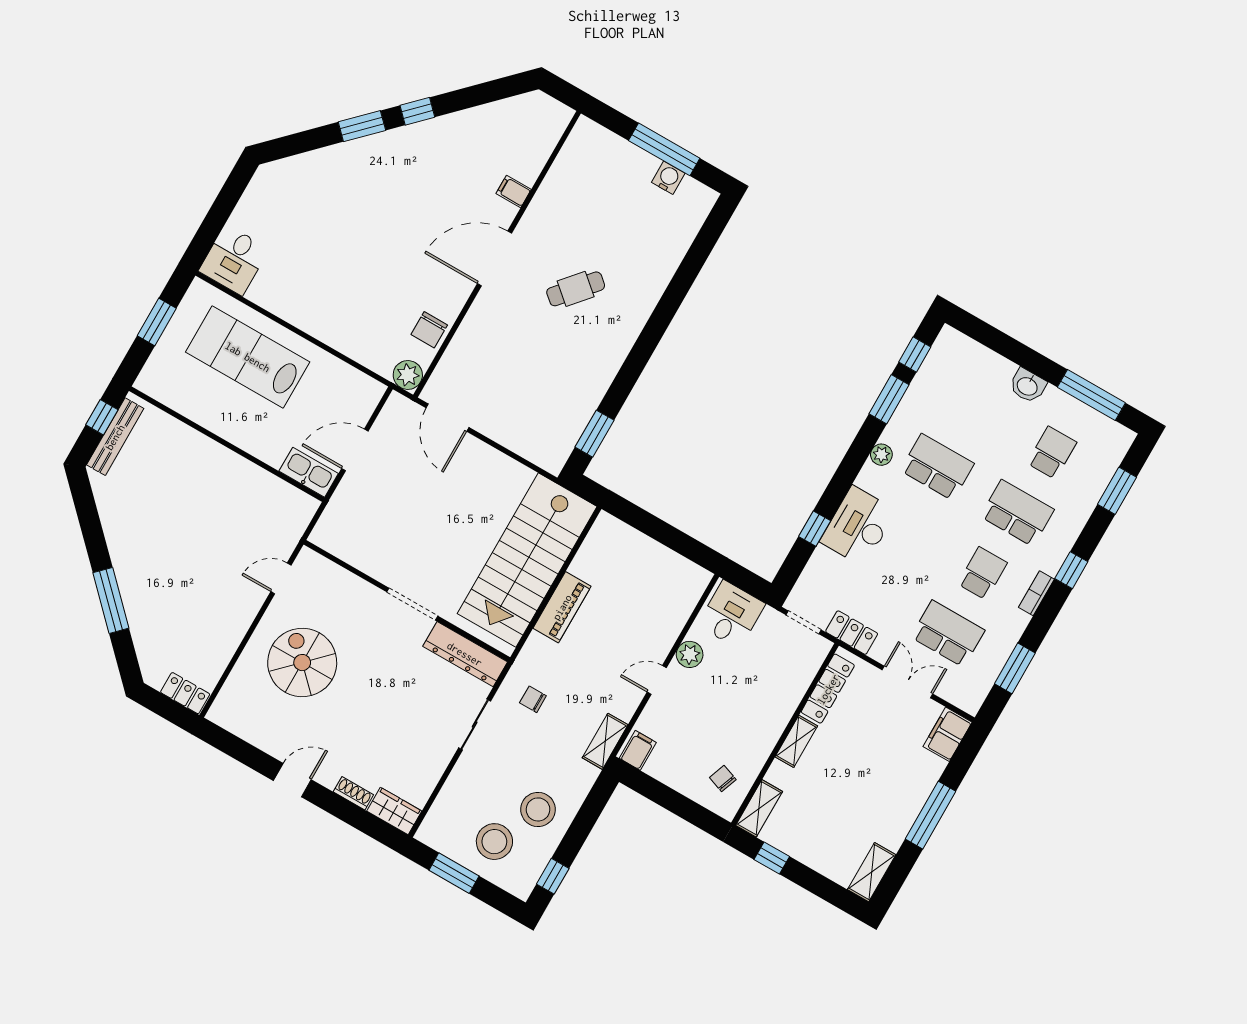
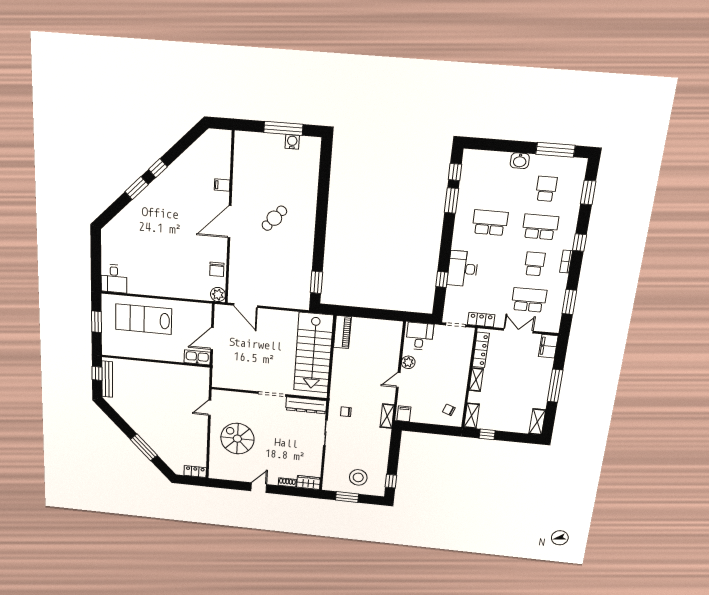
plant: (881, 455) -> (459, 229), removed
piano: (562, 607) -> (342, 332), moved
stool: (538, 809) -> (371, 457), removed

